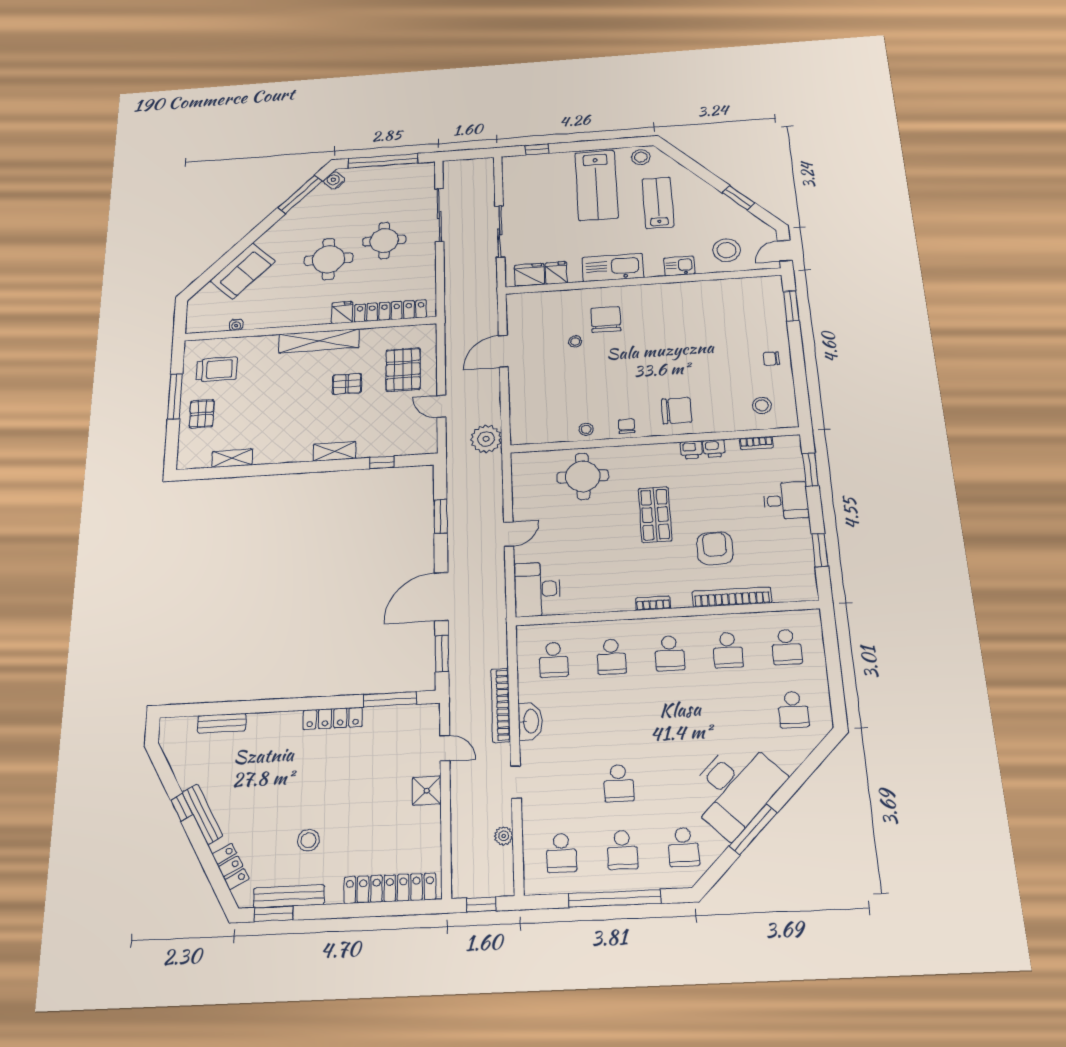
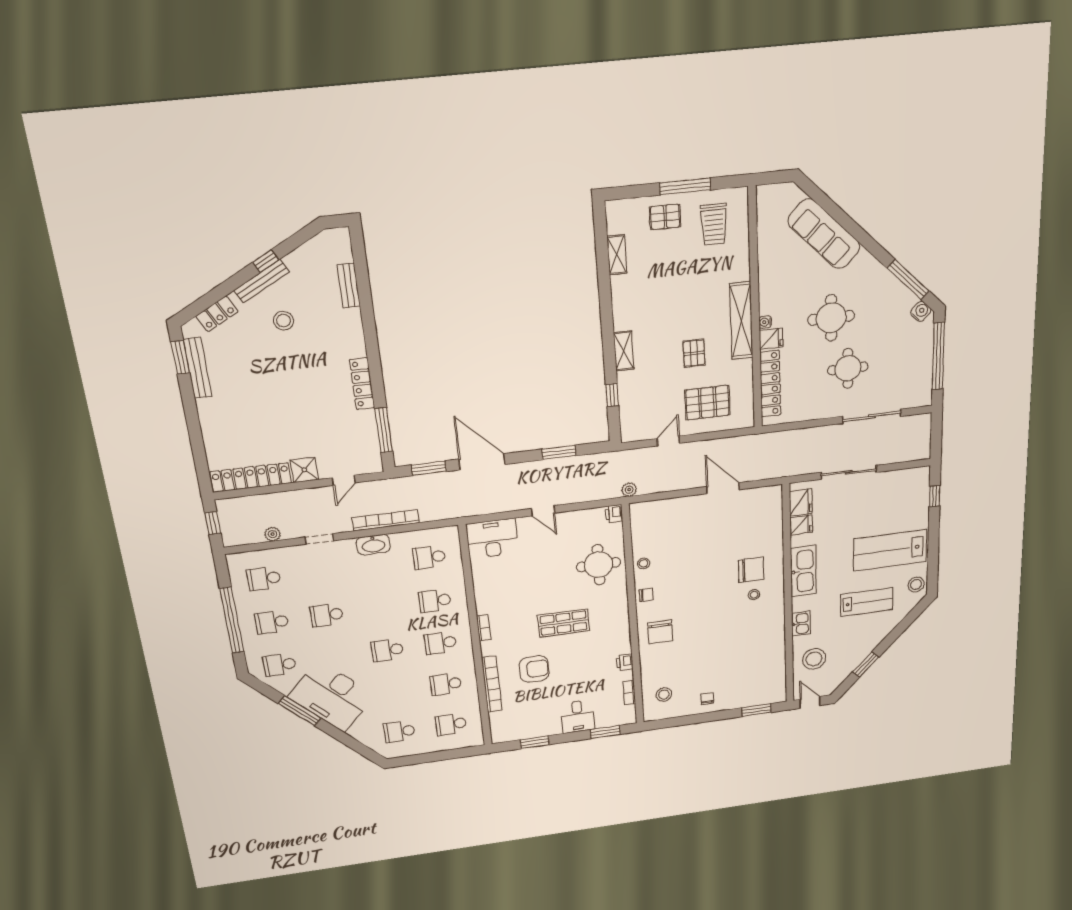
sofa: (243, 271) -> (824, 234), width x1.36
water cooler: (236, 325) -> (765, 322), moved
stool: (575, 341) -> (754, 595), moved
plant: (486, 439) -> (629, 490), width x0.53, depth x0.53
printer: (691, 450) -> (614, 514), moved
school desk: (674, 716) -> (387, 650), added
stool: (308, 840) -> (283, 321), moved
locker: (390, 888) -> (251, 477), moved, turned -90

